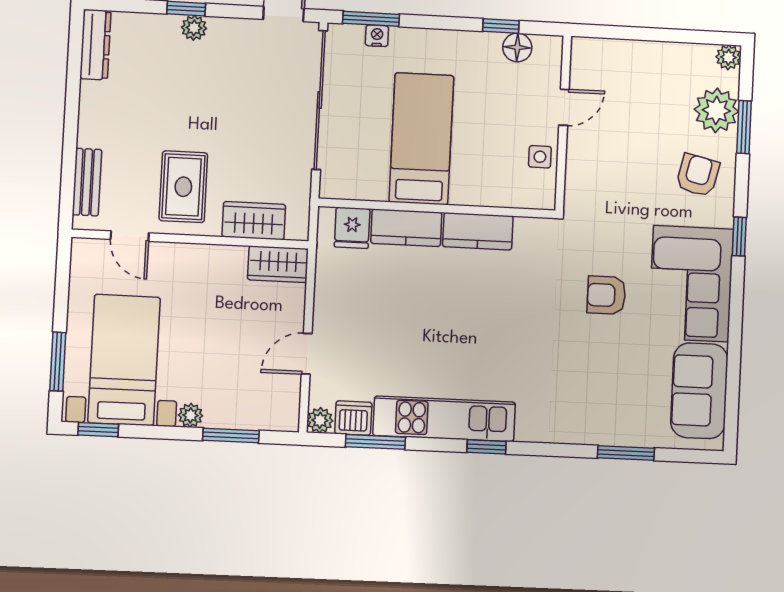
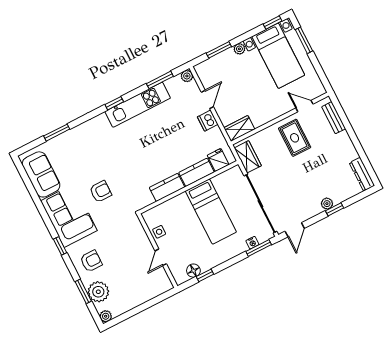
armchair: (698, 175) -> (91, 261), turned -103
wardrobe: (254, 221) -> (248, 157), moved, turned -90
dishwasher: (353, 418) -> (208, 121), moved, turned 90

